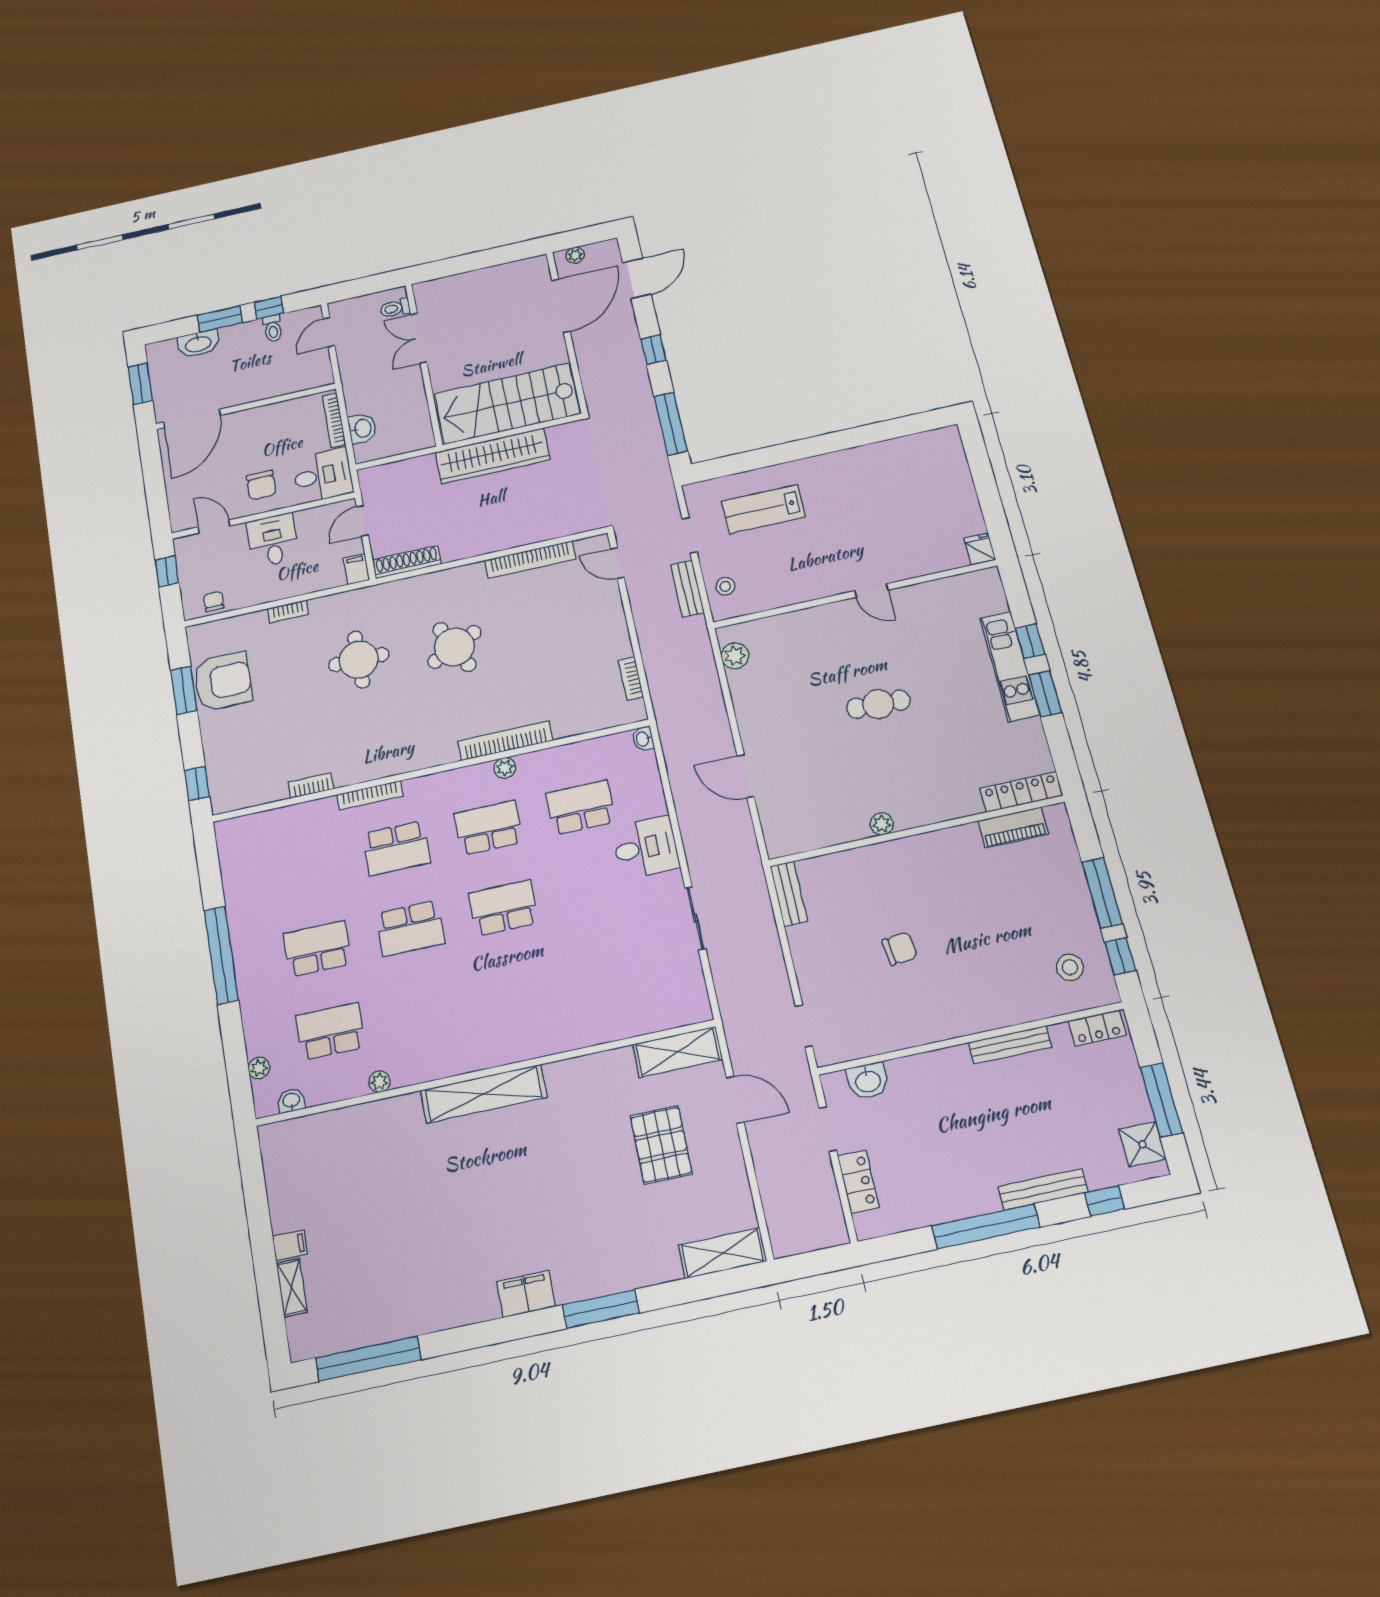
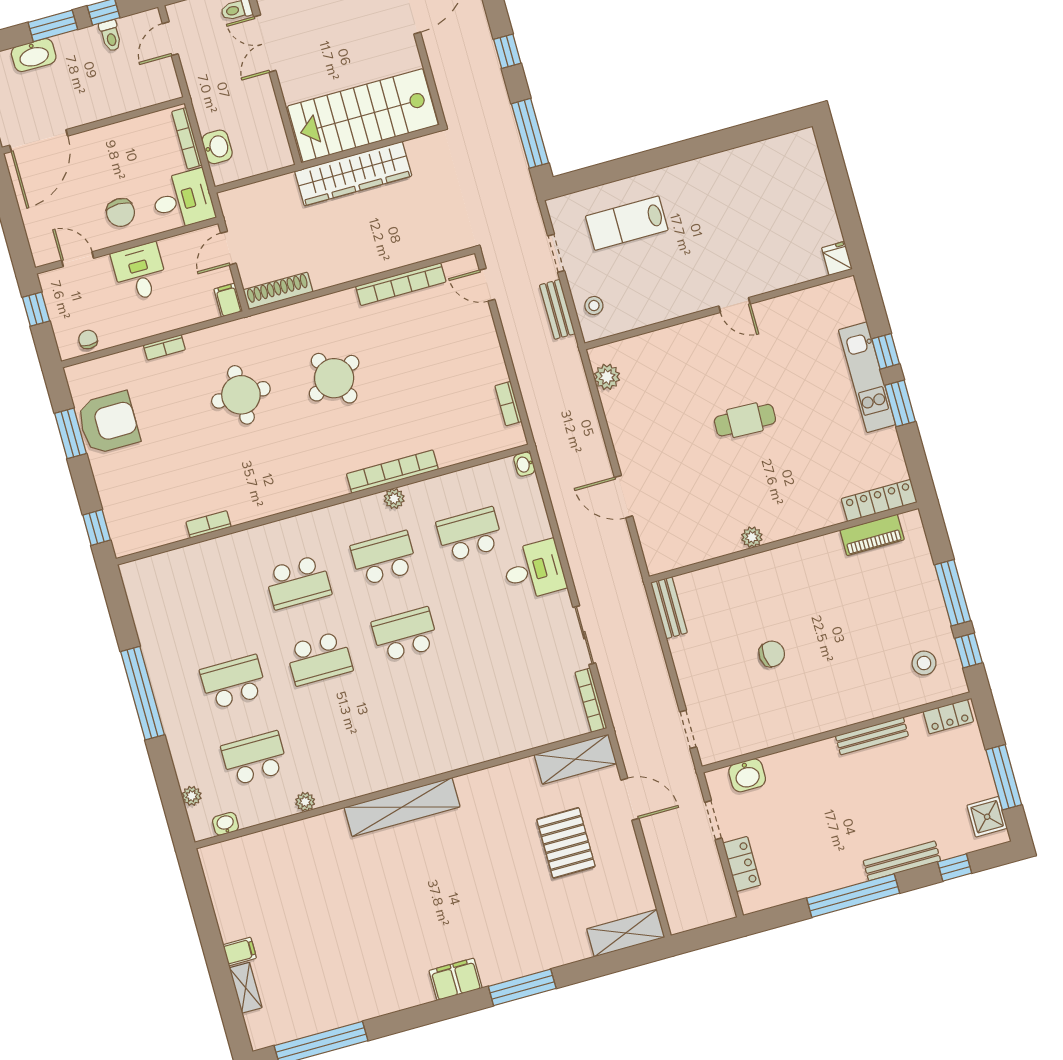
bookcase: (370, 795) -> (591, 700), moved, turned 90

